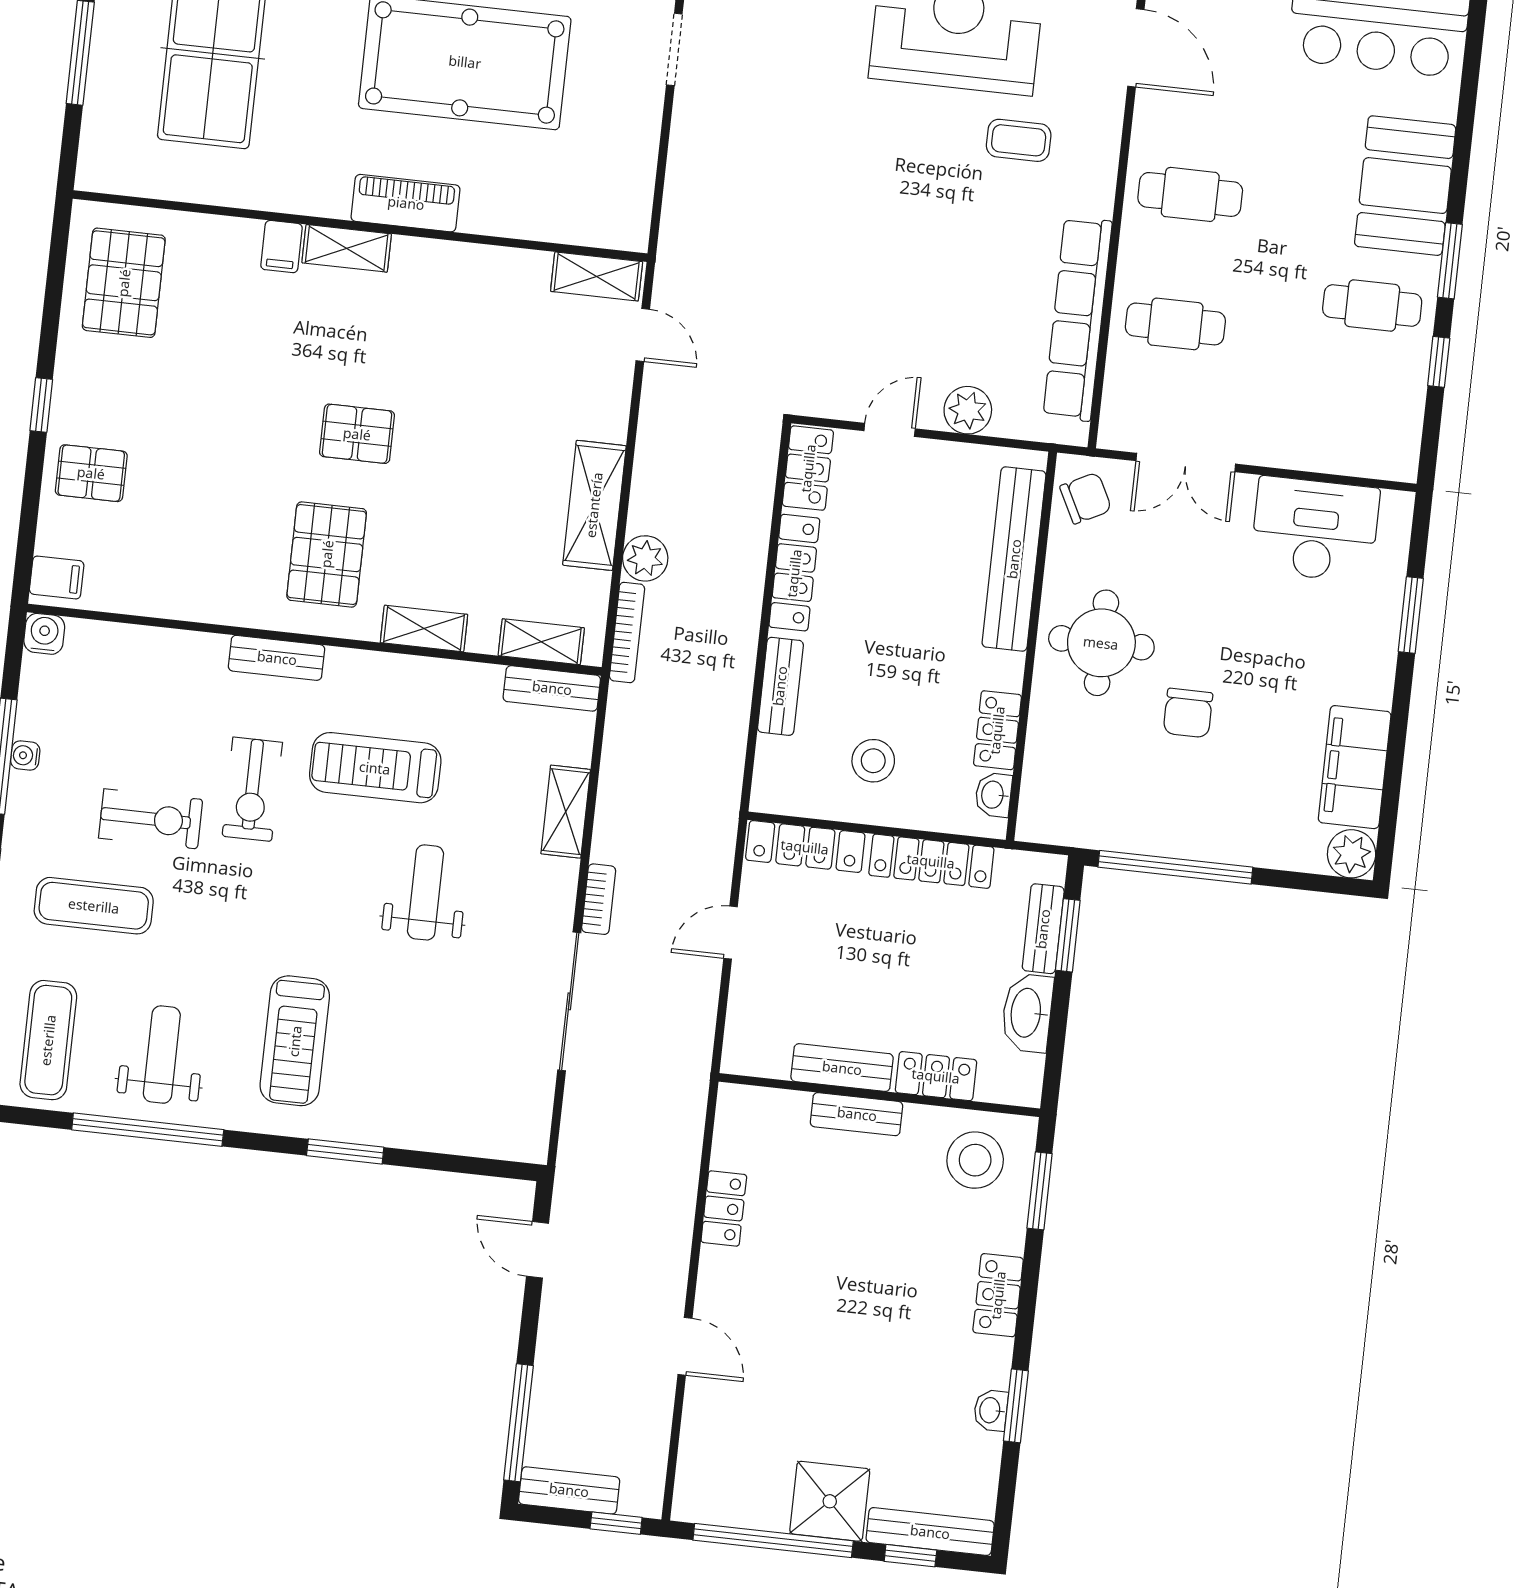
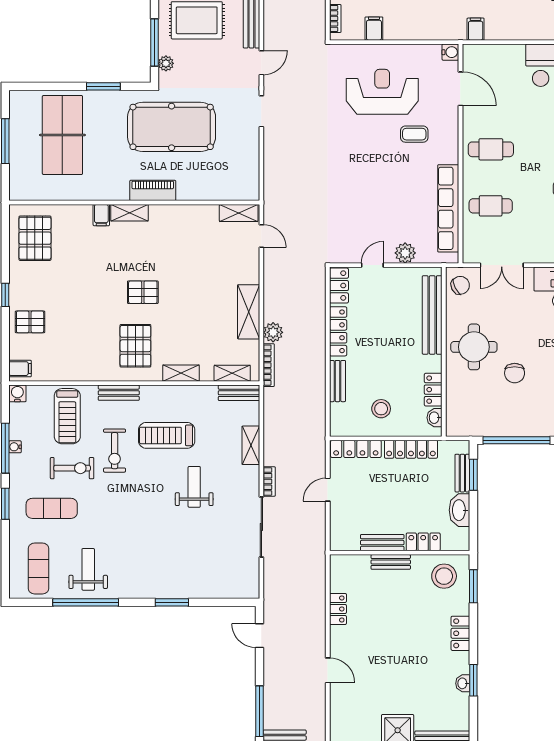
treadmill: (295, 1041) -> (67, 416), moved

